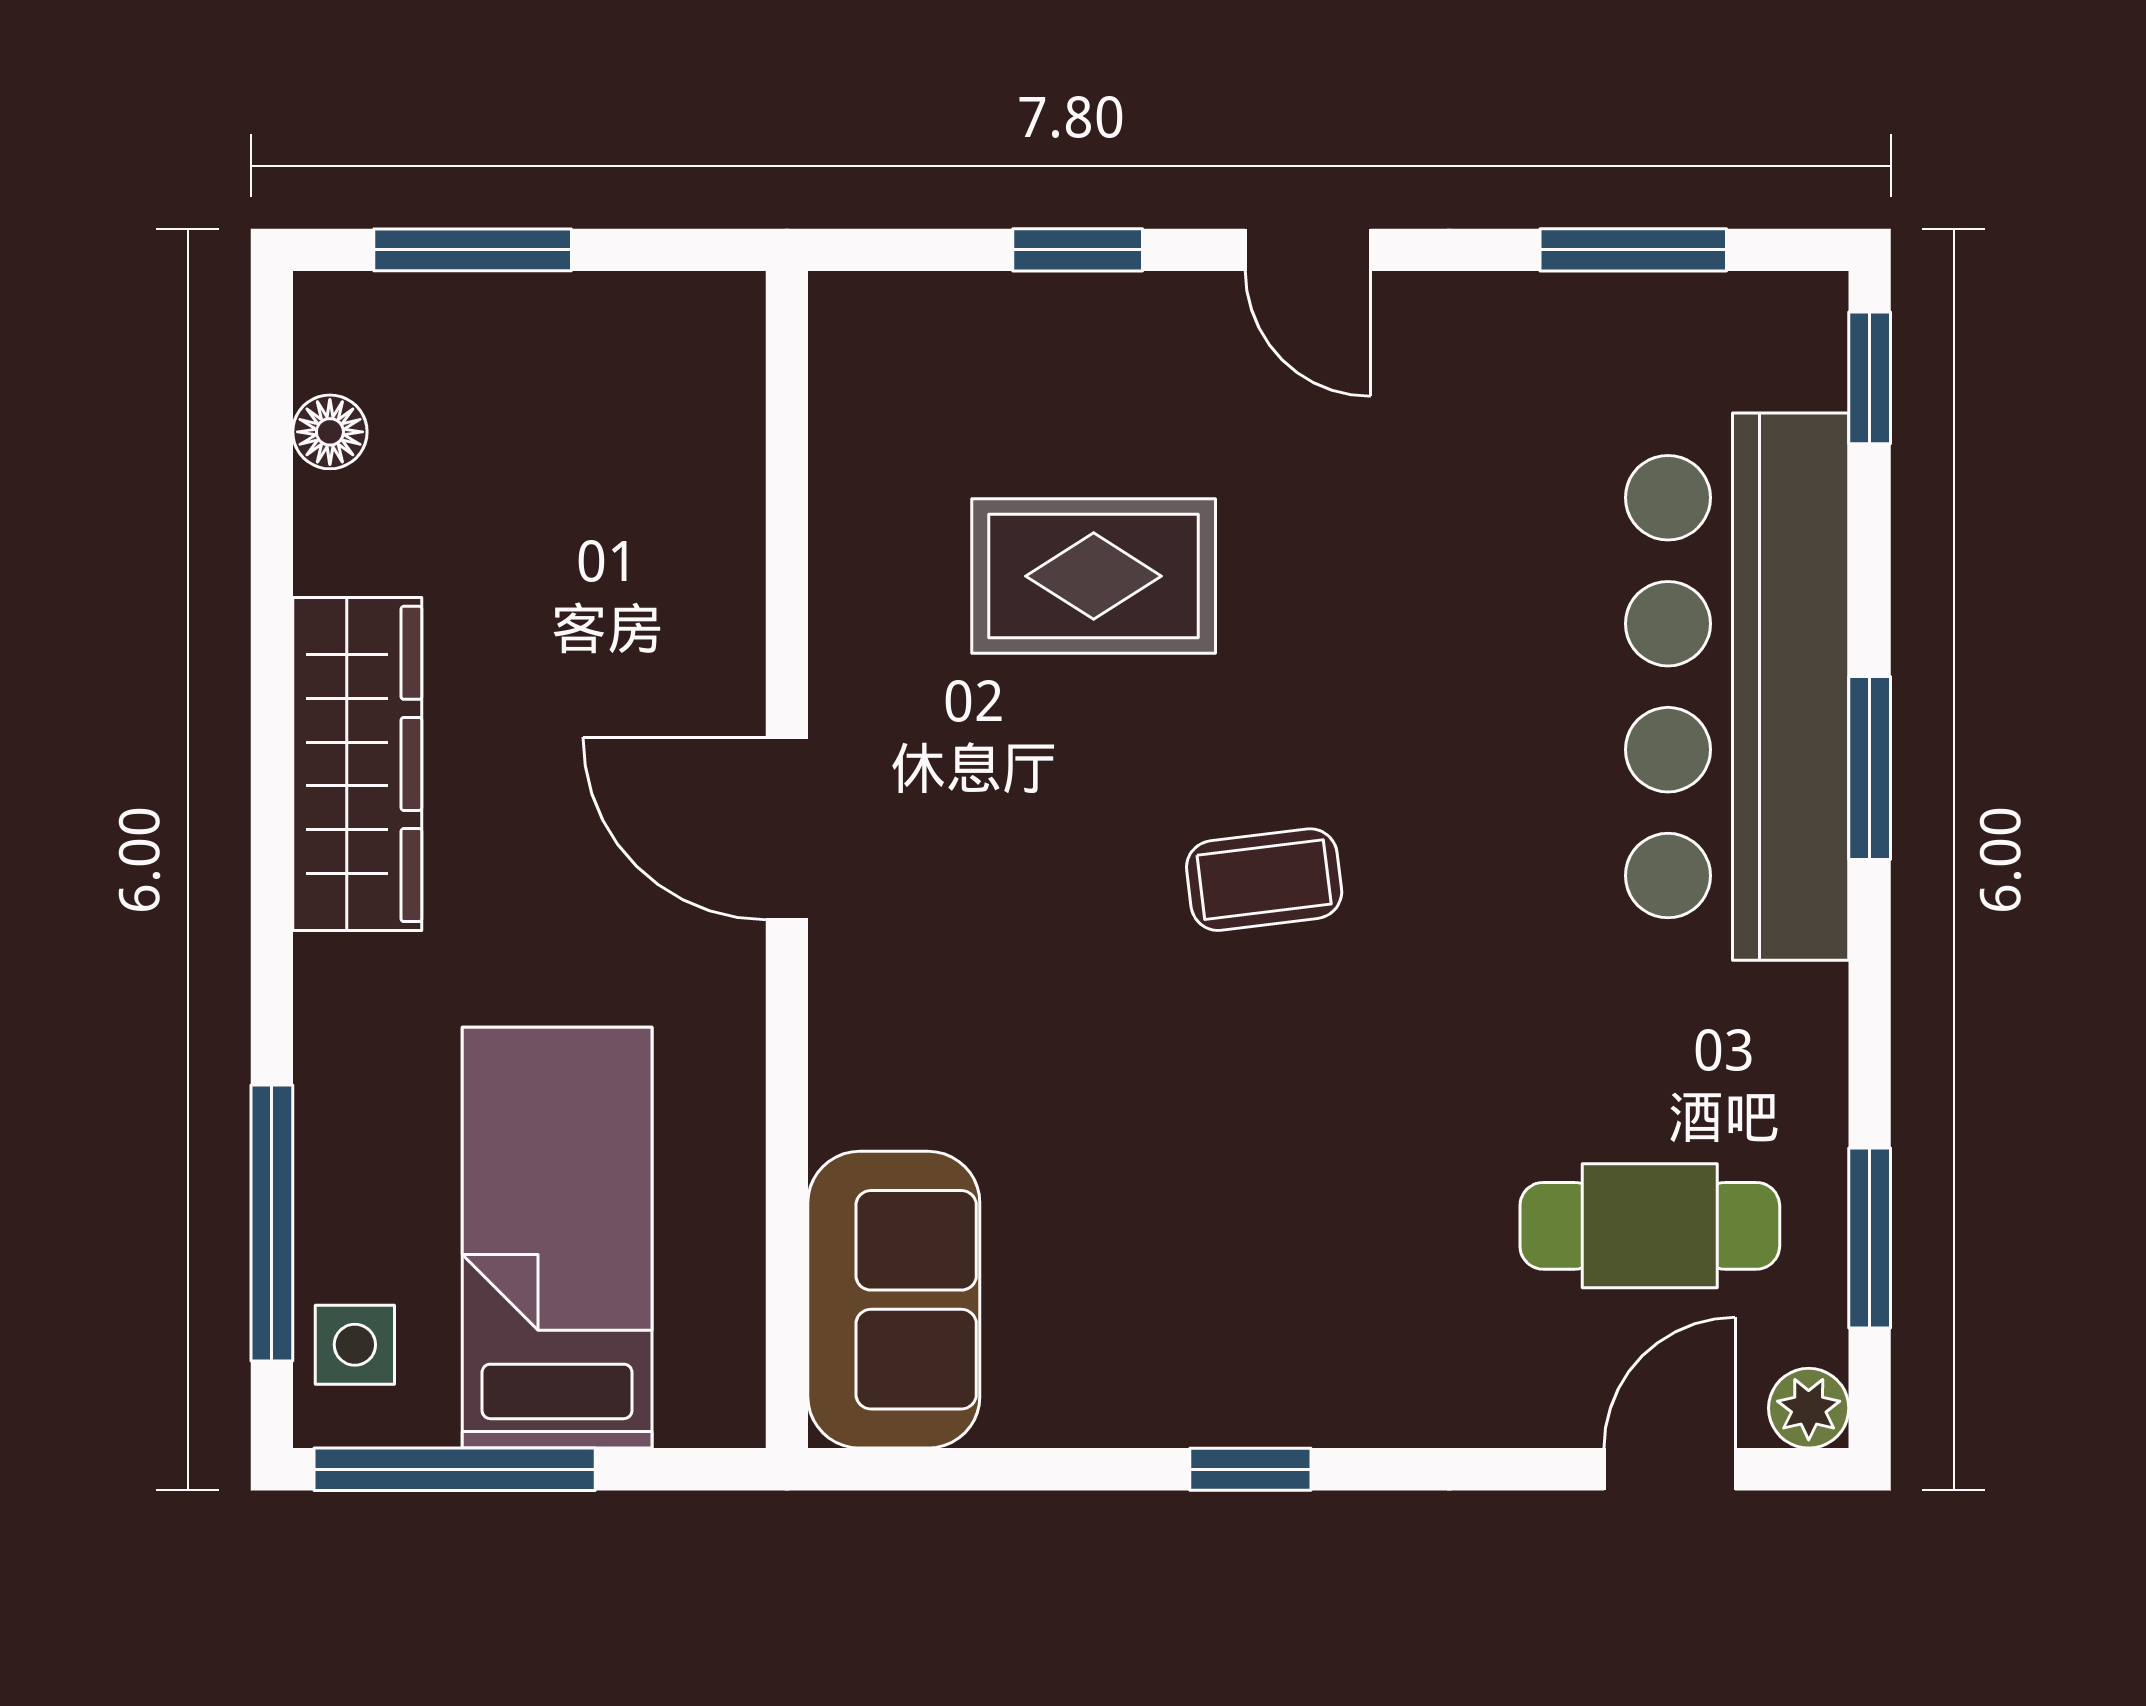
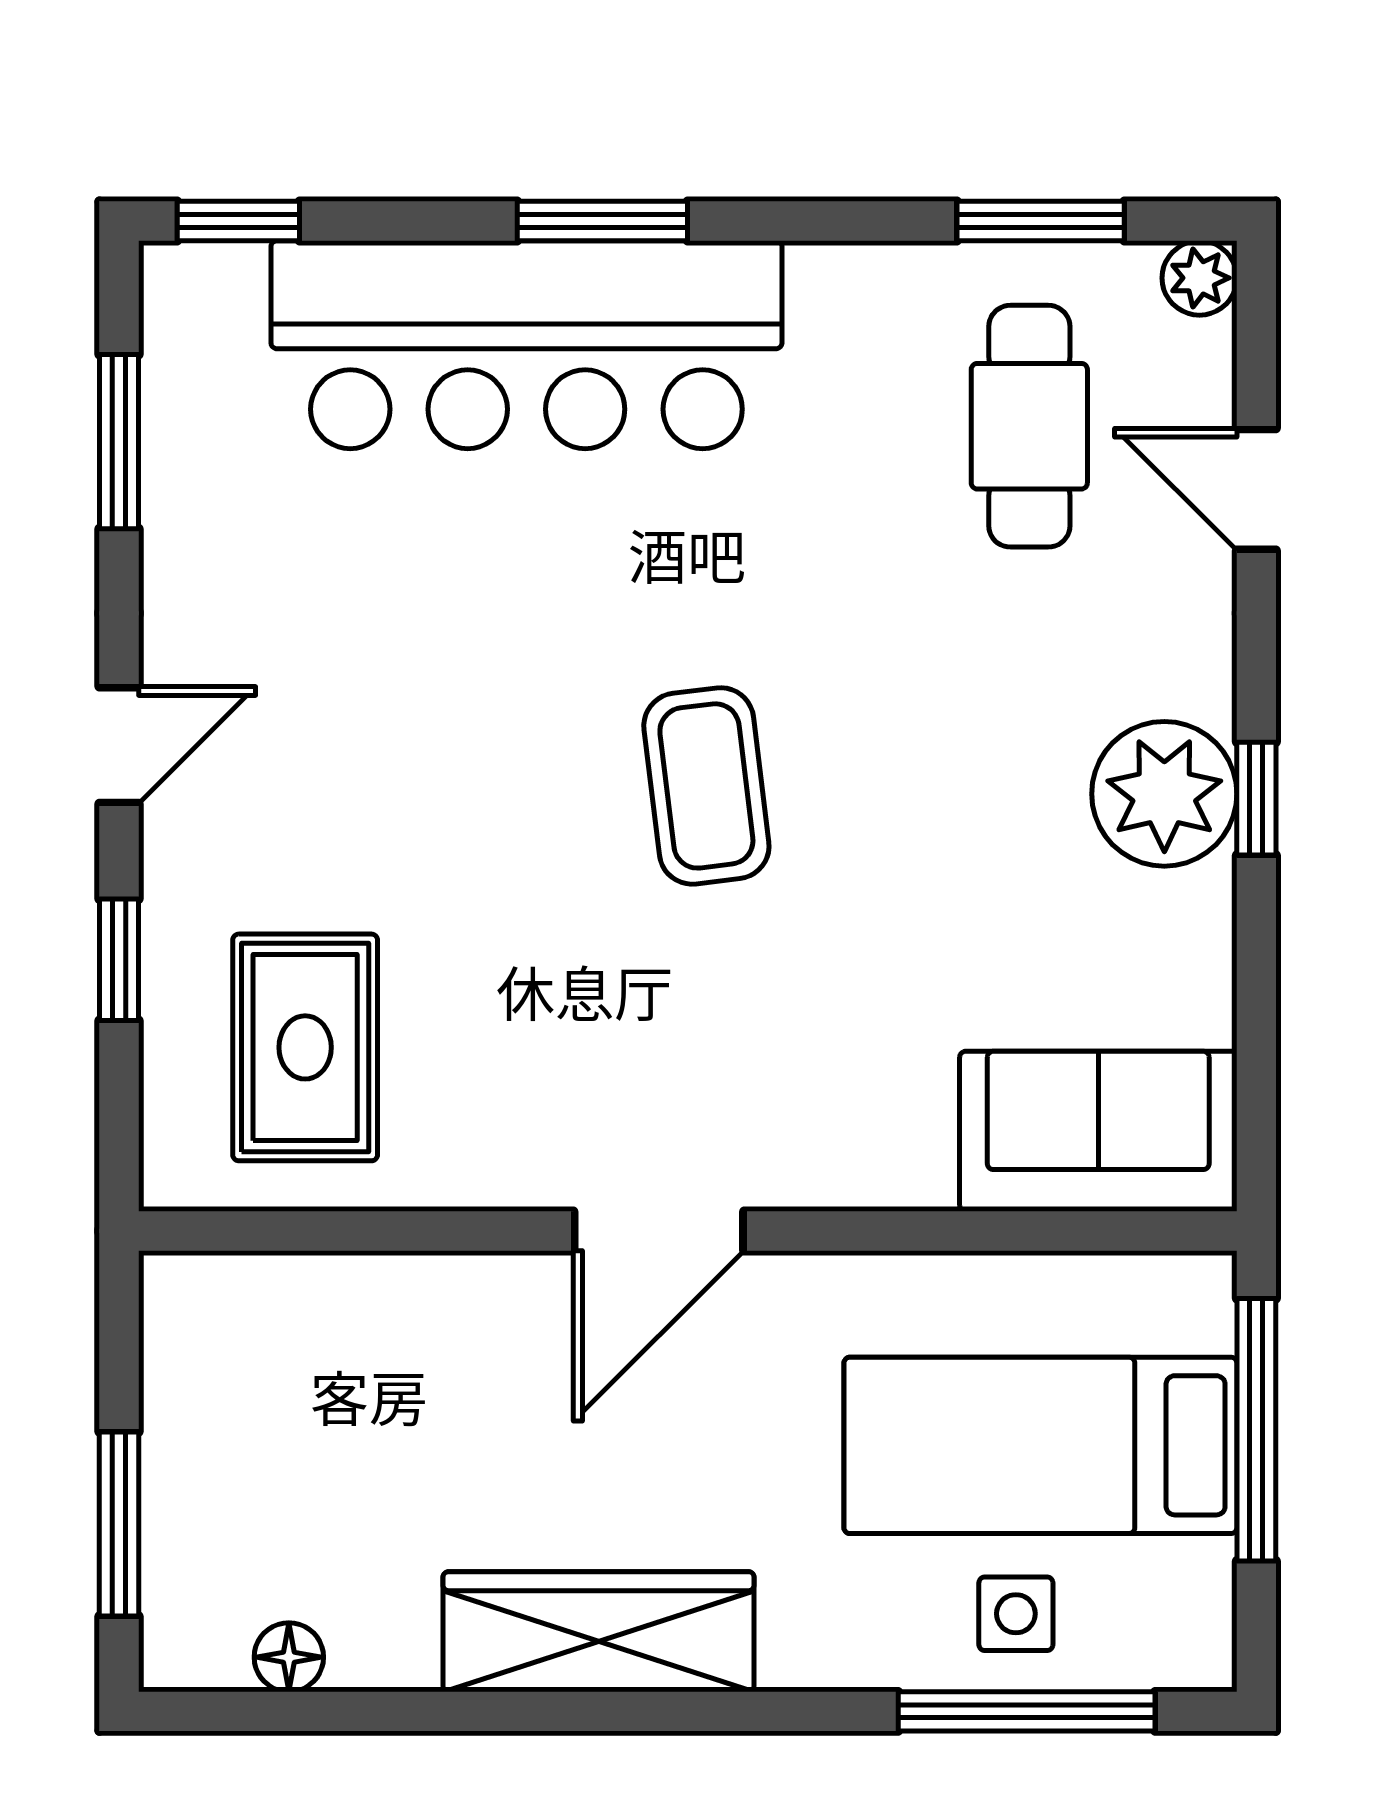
rug: (1094, 576) -> (305, 1047), moved
coffee table: (1264, 880) -> (706, 786), width x1.36, depth x1.30
side table: (355, 1345) -> (1016, 1614), moved
plant: (1256, 1370) -> (1164, 794), added
window: (455, 1469) -> (1256, 1430), moved
door: (1670, 1469) -> (1256, 489), moved

